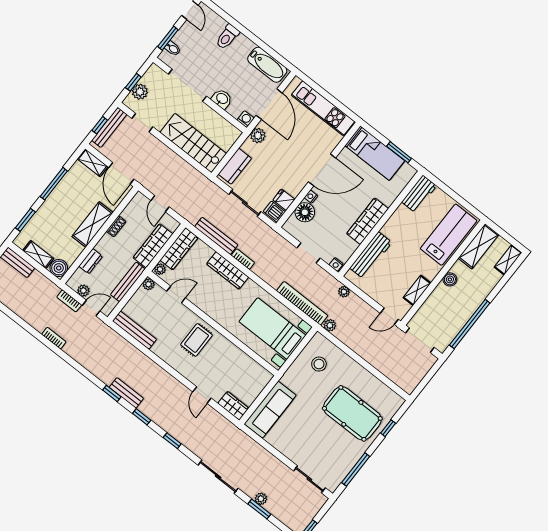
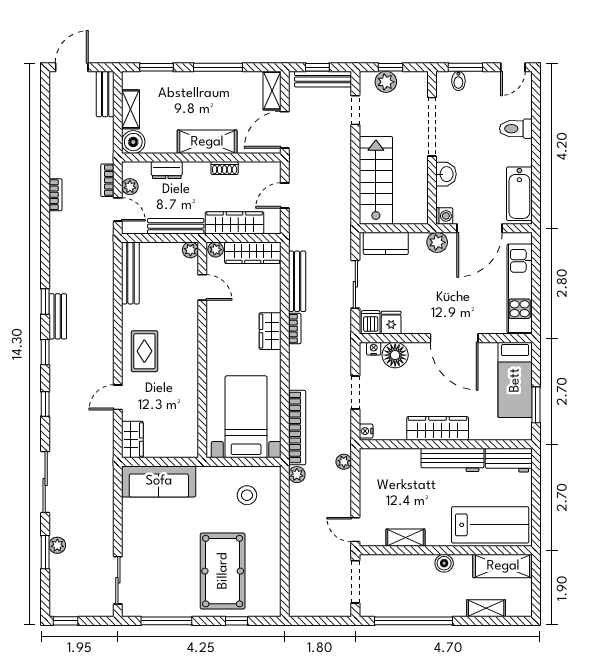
nightstand: (311, 197) -> (374, 349), moved
workbench: (371, 255) -> (452, 460), moved
shelving: (508, 260) -> (486, 608), moved
wardrobe: (228, 270) -> (270, 331), width x0.67
rug: (197, 340) -> (144, 351), moved, turned 90

